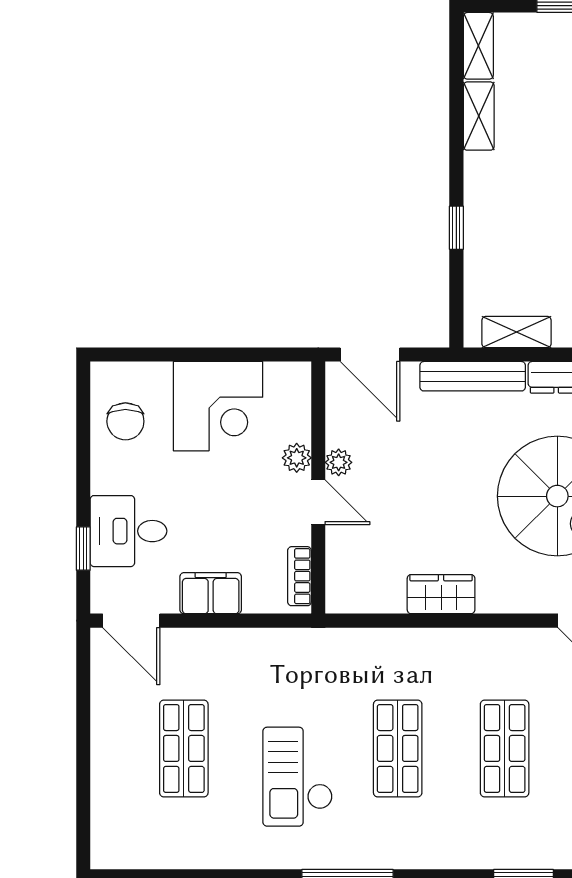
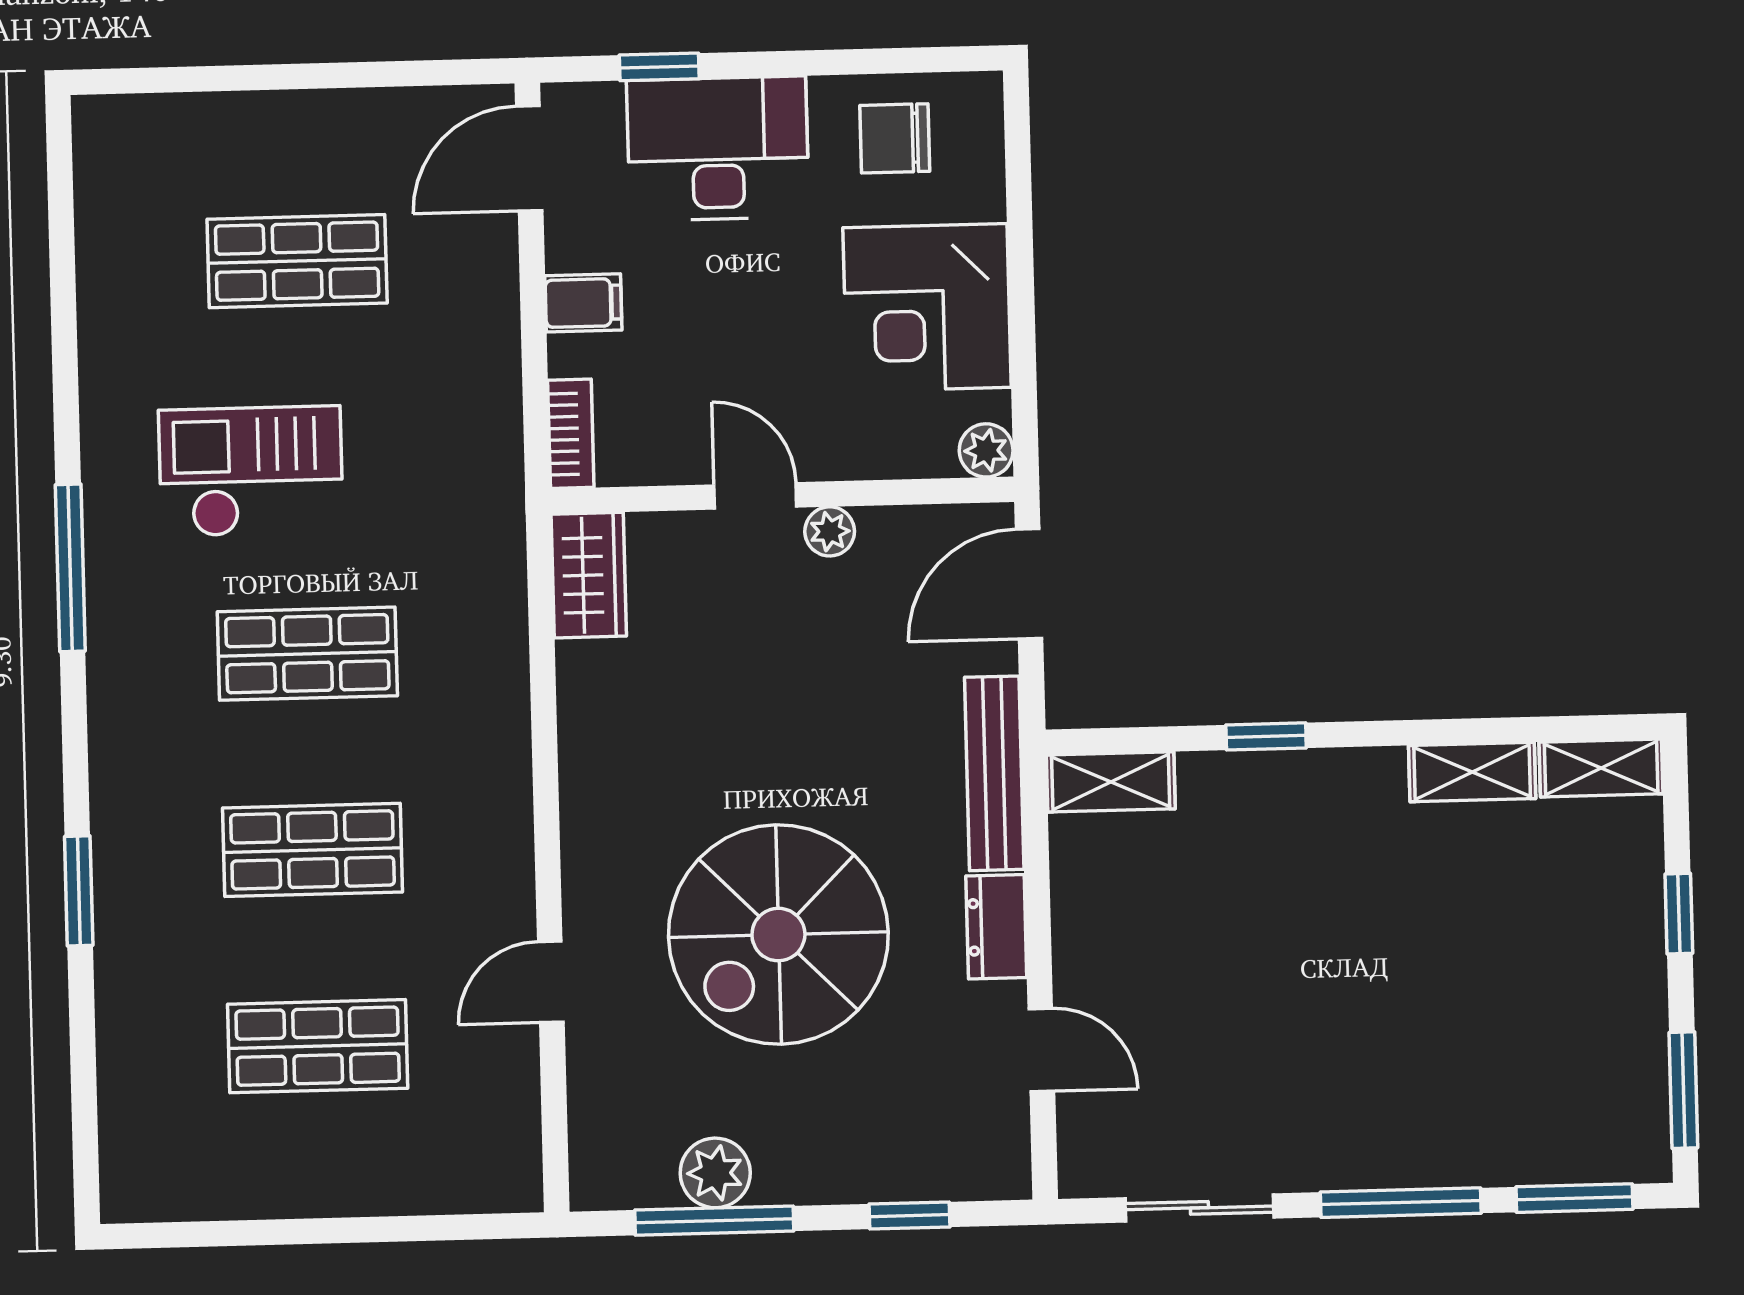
shelving: (517, 332) -> (1111, 782), moved, turned 90
plant: (297, 458) -> (986, 450), moved
door: (318, 502) -> (755, 496), swing flipped
desk: (128, 531) -> (718, 148), width x1.37
bookcase: (299, 576) -> (571, 434), moved, turned 90
filing cabinet: (211, 593) -> (583, 303), width x0.50
wardrobe: (441, 594) -> (589, 575), moved

